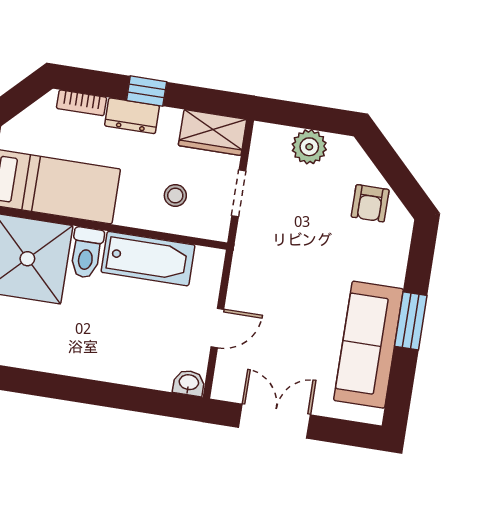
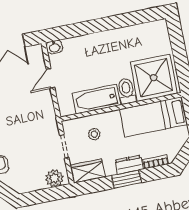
window: (147, 91) -> (127, 179), width x1.50
plant: (309, 147) -> (54, 178), moved

